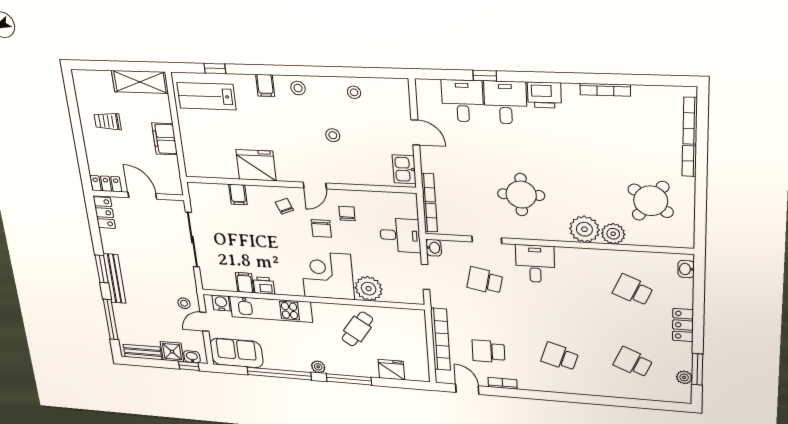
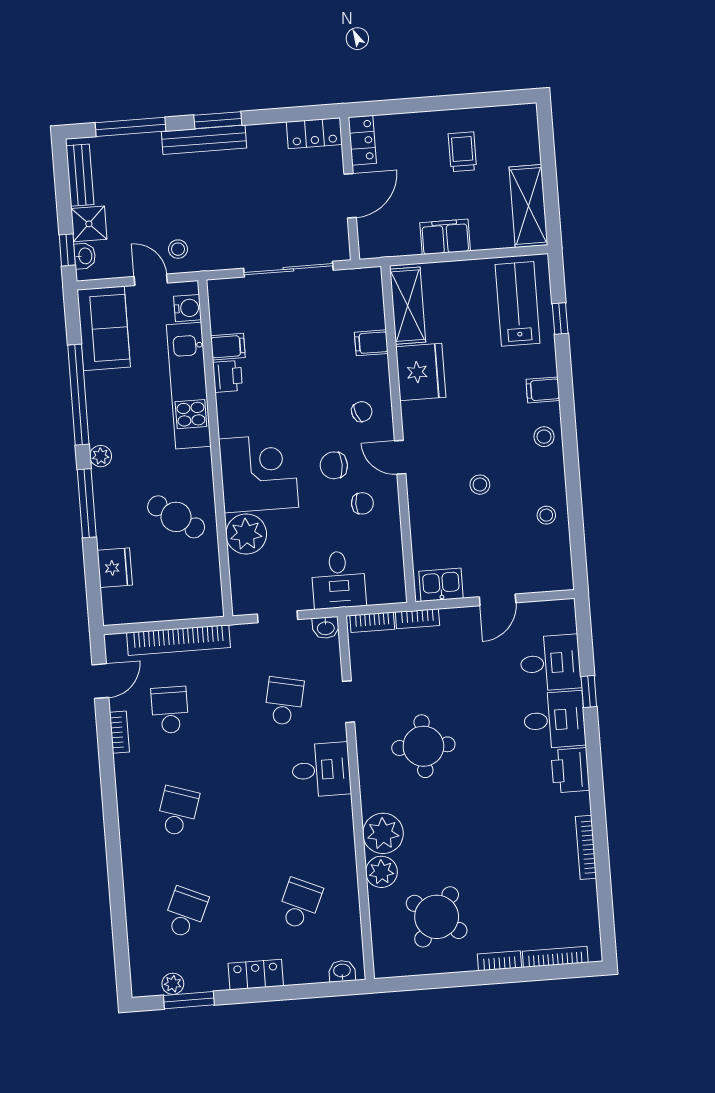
shelving: (212, 168) -> (408, 306), added

